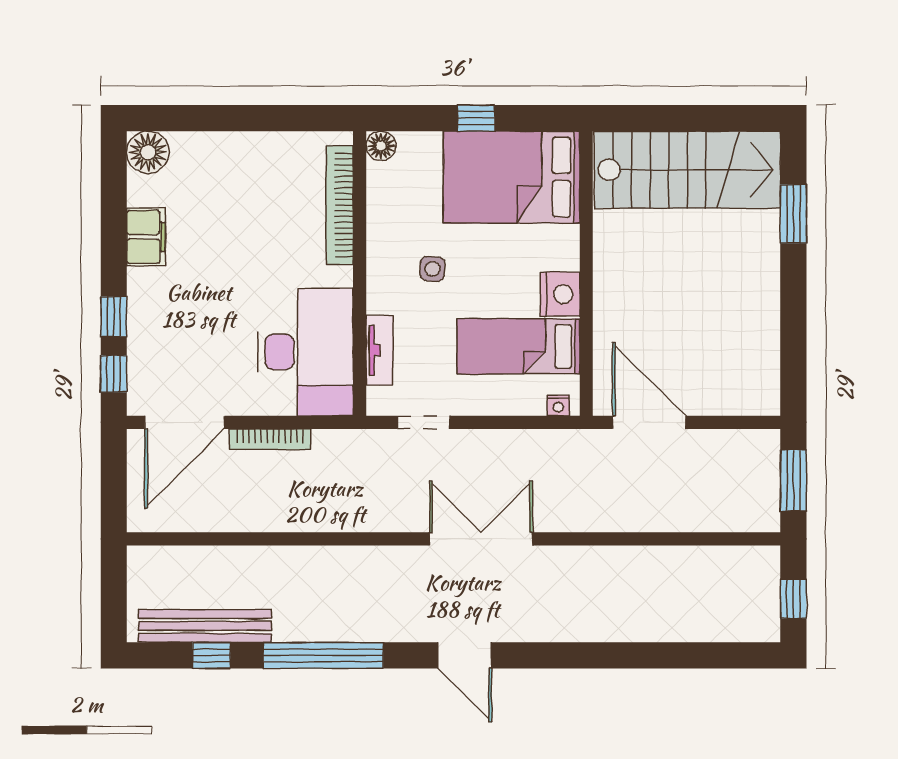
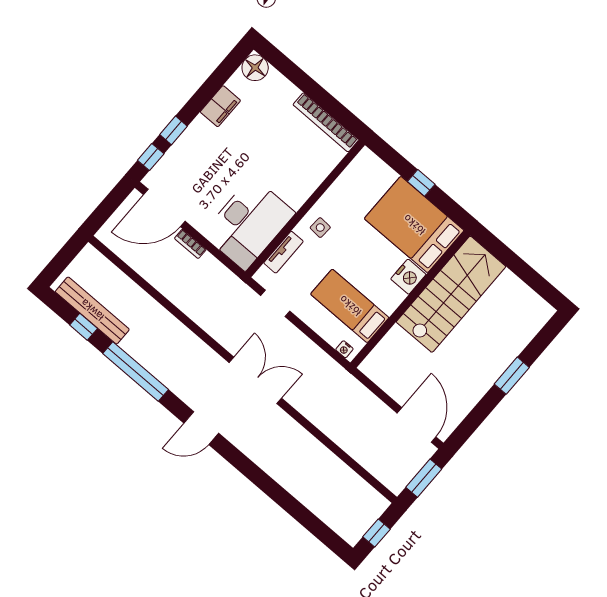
floor lamp: (381, 146) -> (366, 158), removed
stairs: (687, 170) -> (451, 294), moved, turned -90
bookcase: (340, 205) -> (326, 122), moved, turned -90
window: (793, 214) -> (512, 376), moved
side table: (432, 269) -> (320, 228), moved
nightstand: (560, 294) -> (408, 277), moved
door: (649, 422) -> (417, 425), moved
bookcase: (270, 439) -> (190, 244), width x0.64
door: (465, 655) -> (201, 428), hinge flipped

